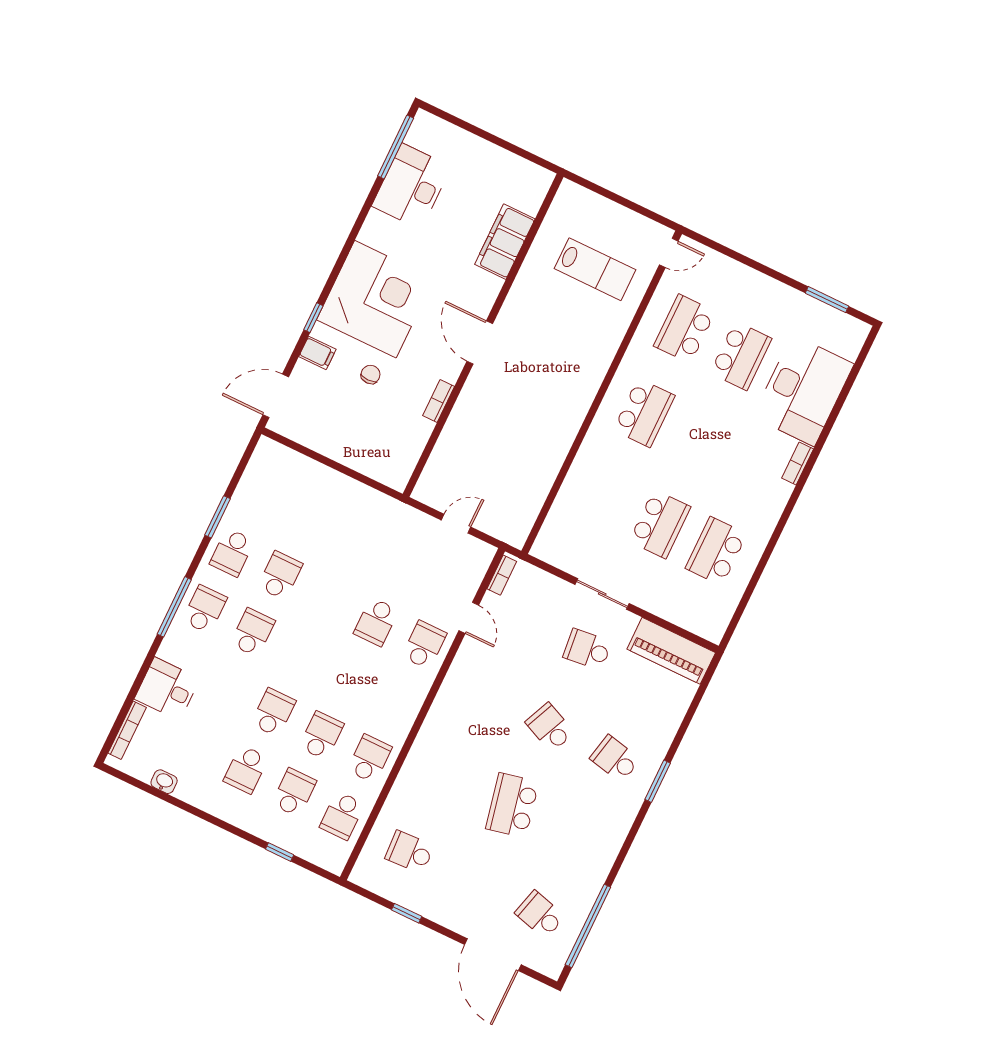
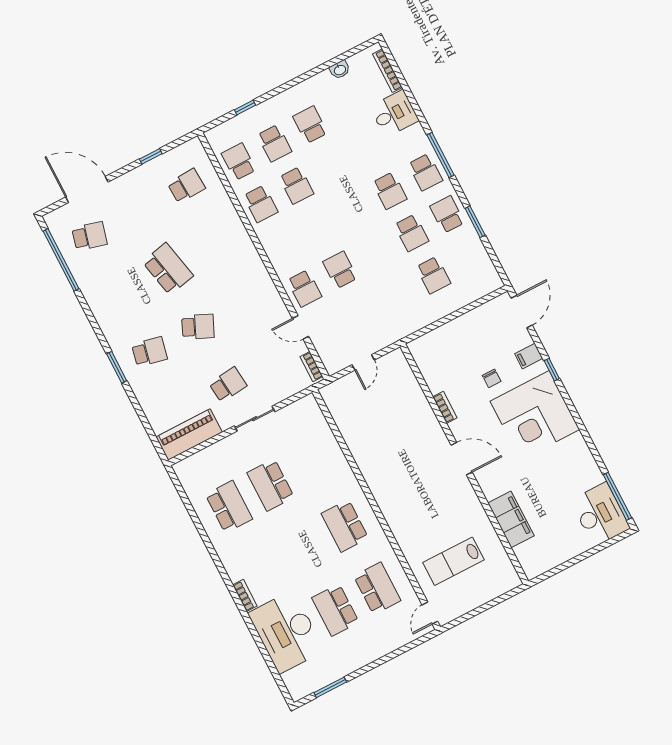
desk: (411, 186) -> (600, 514), moved
school desk: (273, 712) -> (433, 275), moved

